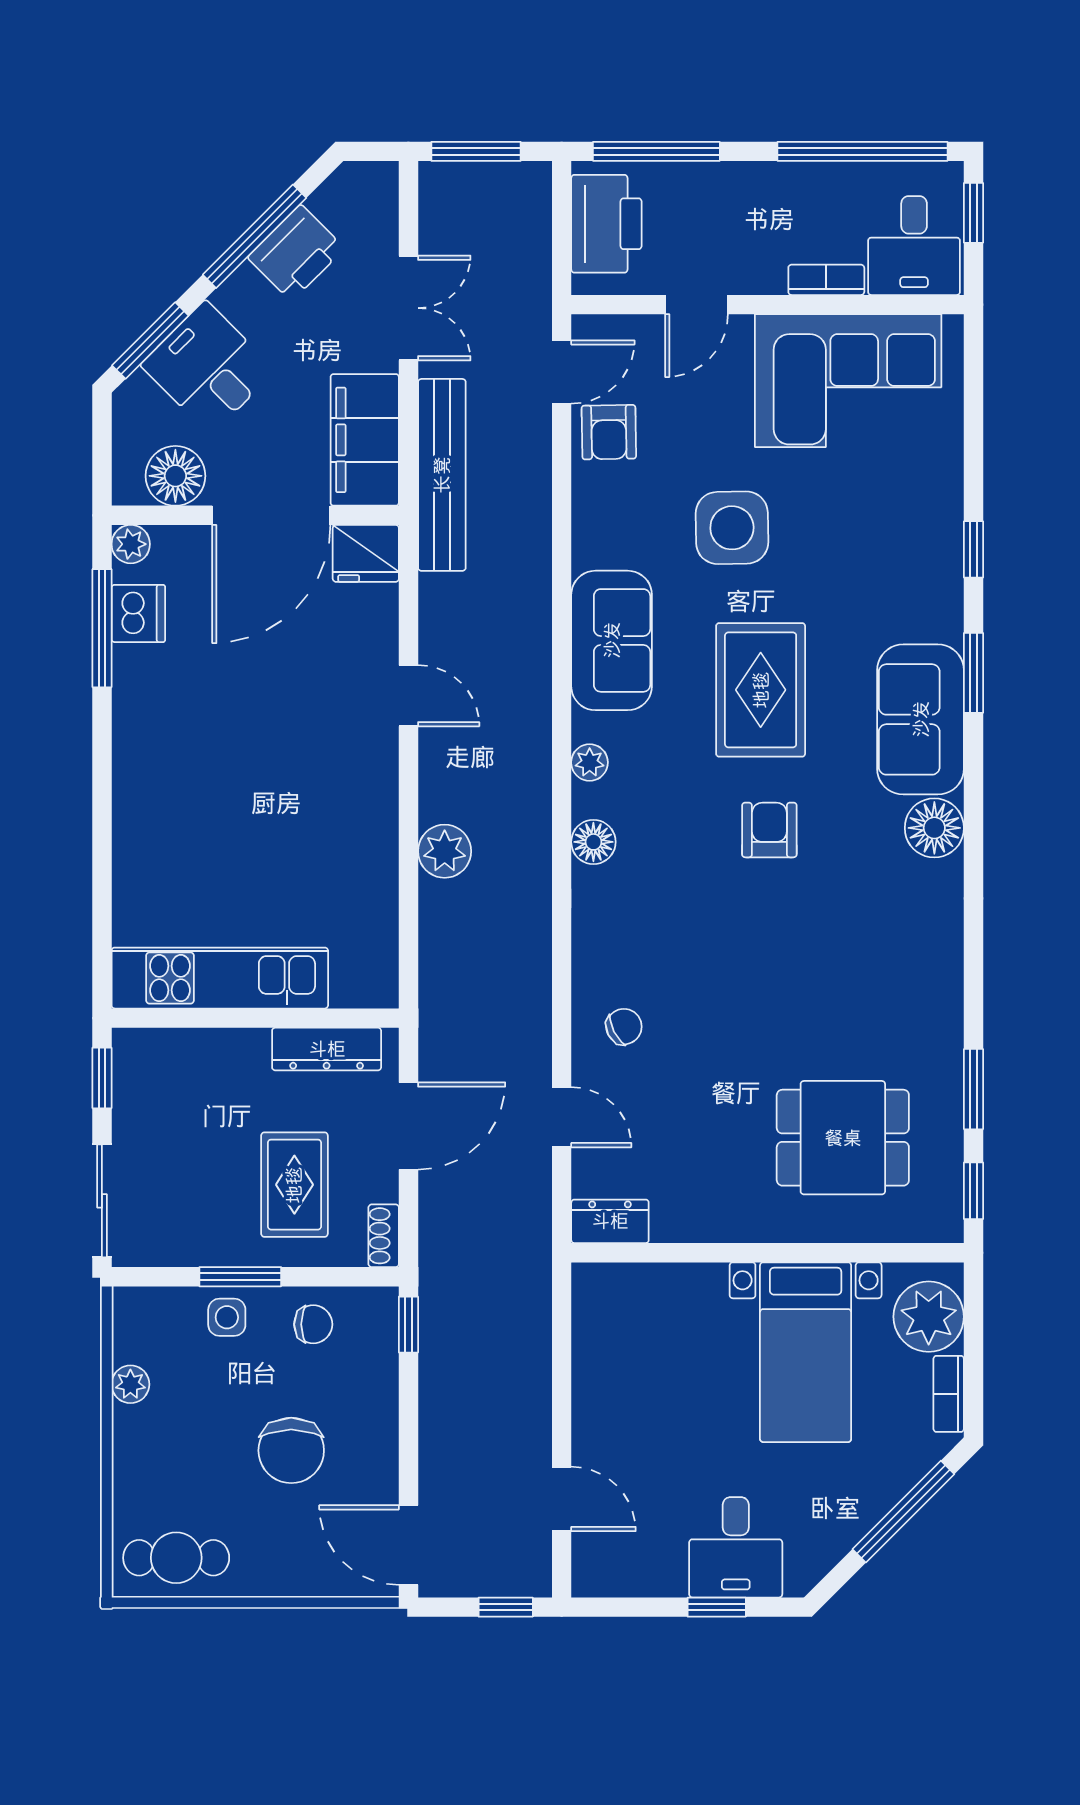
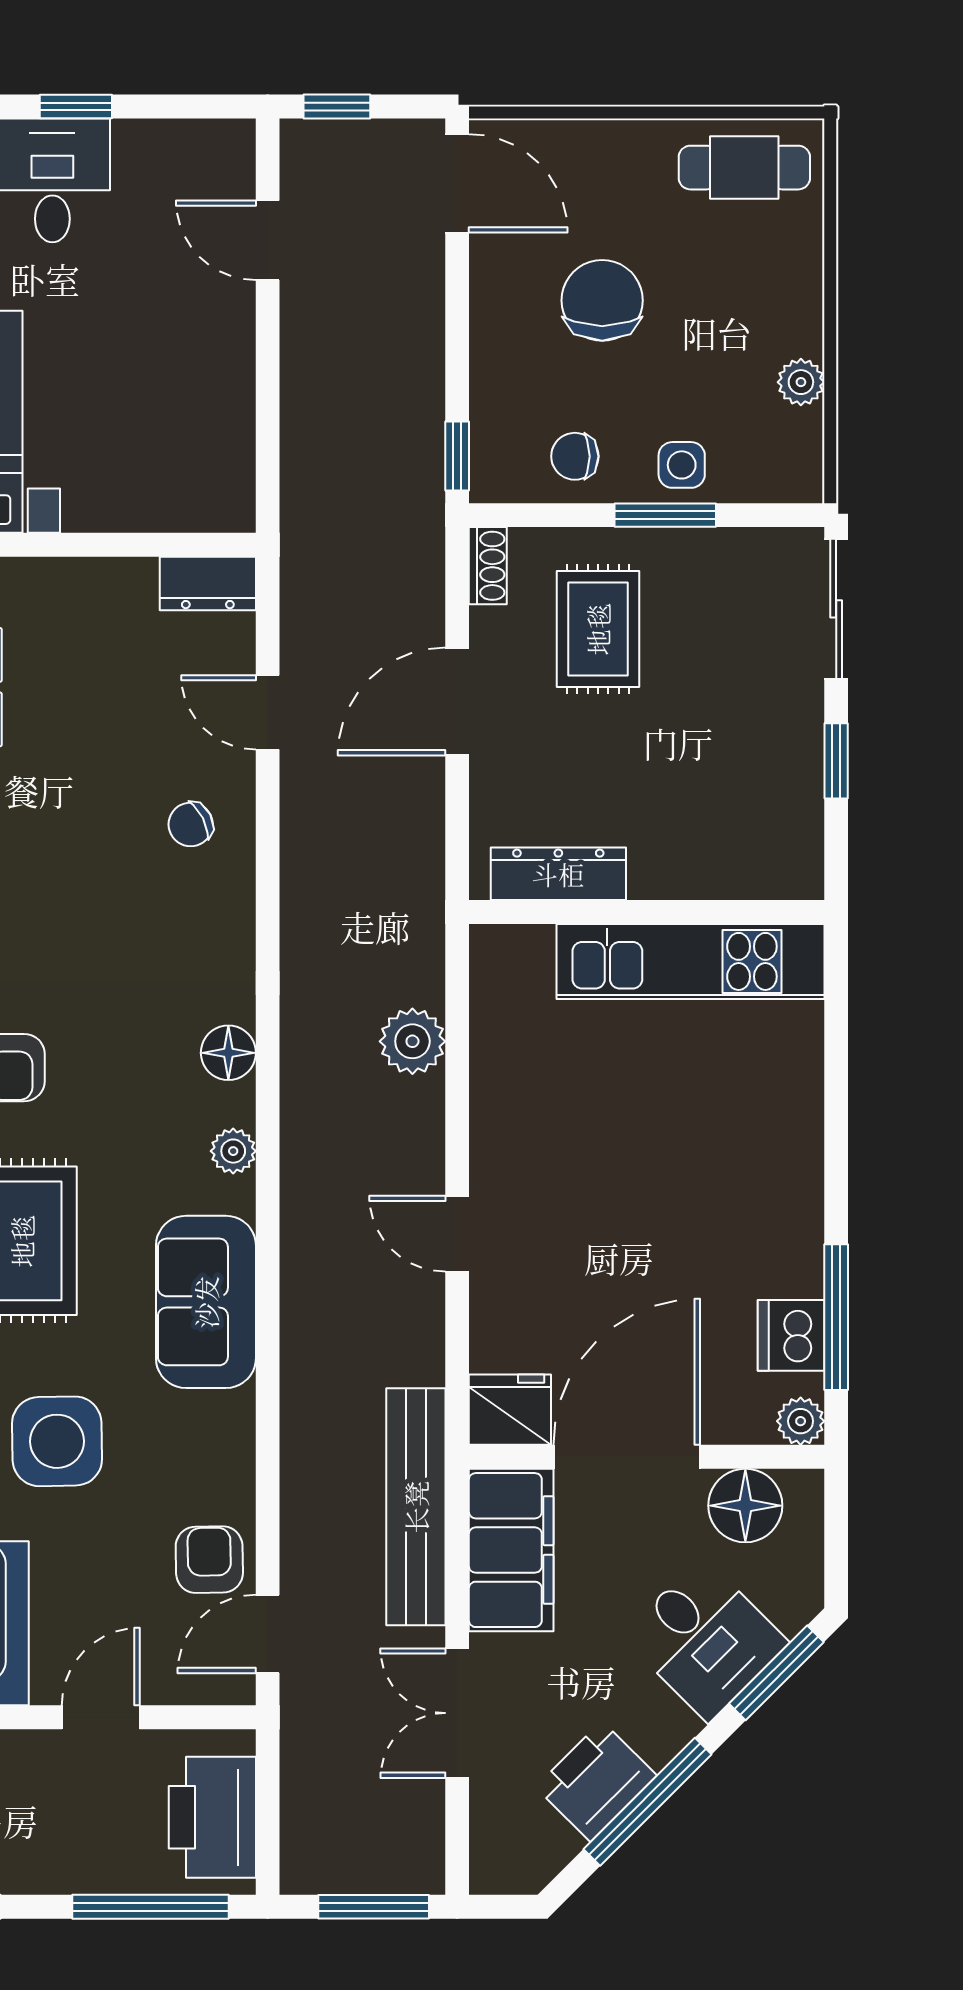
kitchen unit: (220, 978) -> (690, 961), moved
wall: (255, 1018) -> (647, 912), moved
dresser: (327, 1049) -> (558, 874), moved

